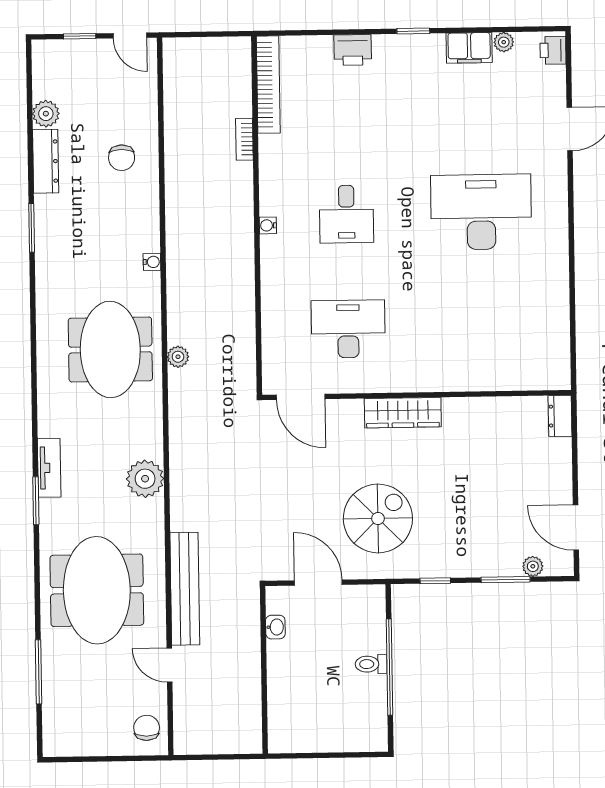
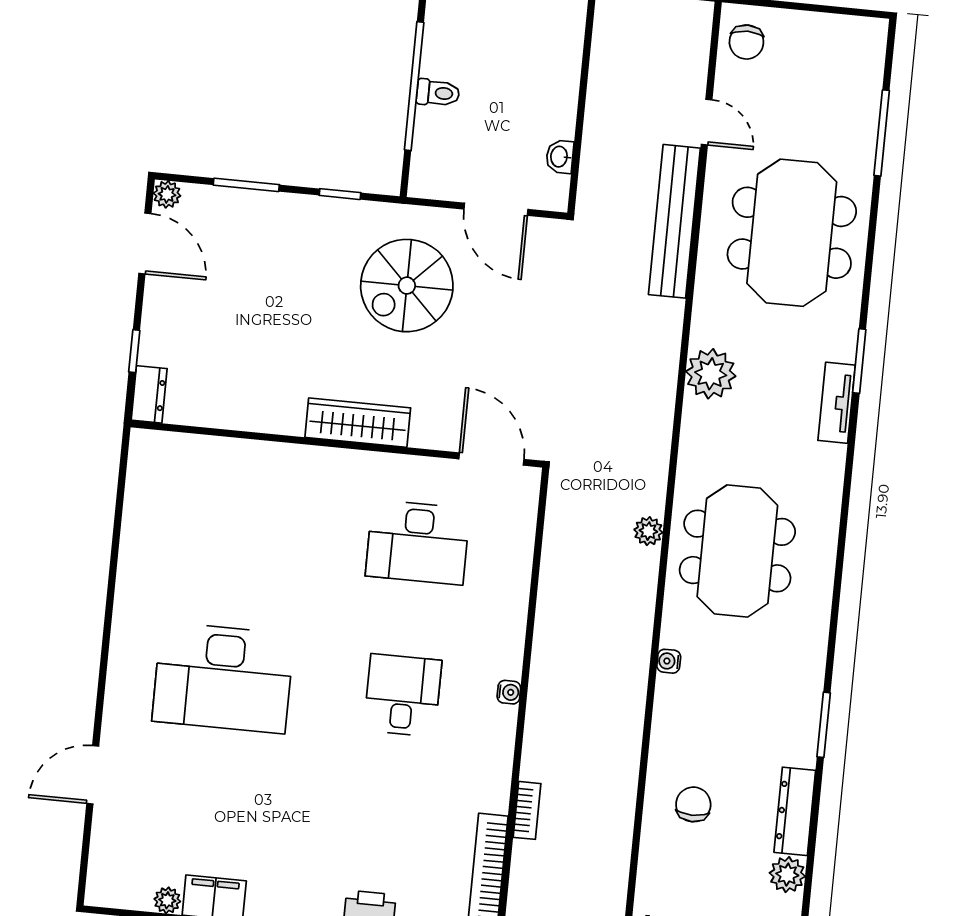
printer: (553, 50) -> (103, 882), removed
window: (575, 447) -> (134, 351), added
plant: (533, 566) -> (167, 194), moved

